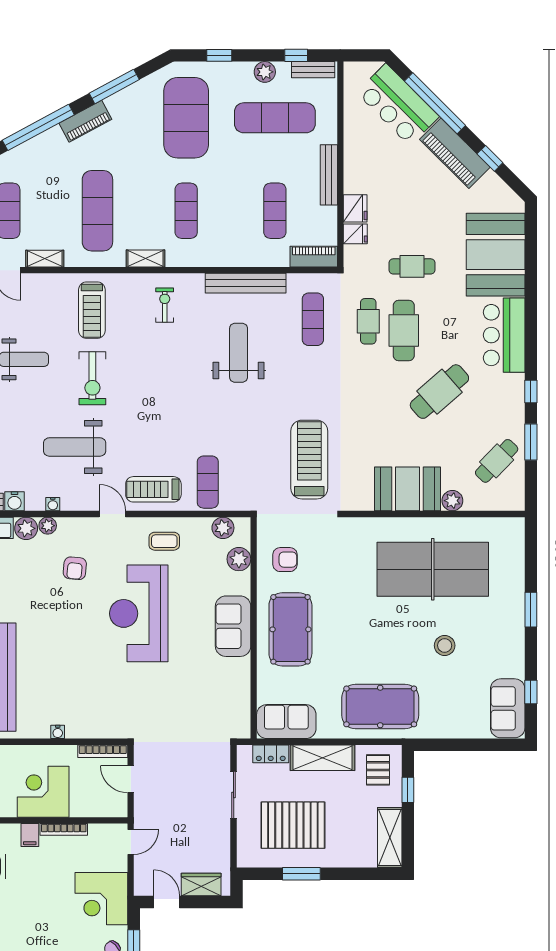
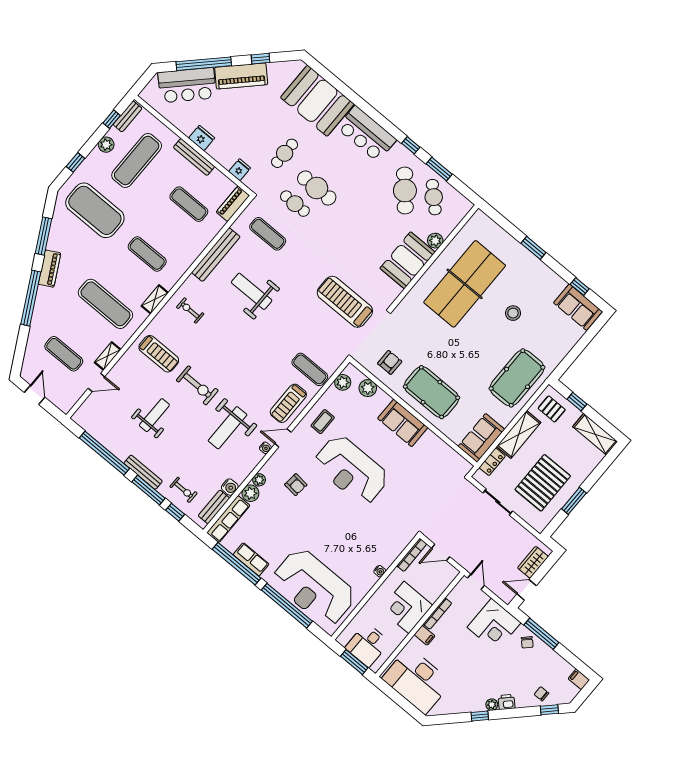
fridge: (355, 208) -> (202, 138), moved
cafe table: (439, 392) -> (405, 191), moved
water cooler: (53, 504) -> (265, 448), moved

